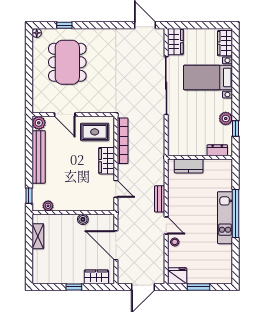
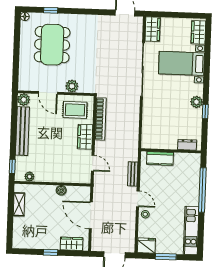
plant: (90, 106) -> (72, 86), added
dresser: (217, 150) -> (187, 145), moved
wall: (200, 157) -> (171, 151), moved
kitchen counter: (189, 166) -> (160, 158), moved
kitchen unit: (225, 218) -> (191, 230), moved

